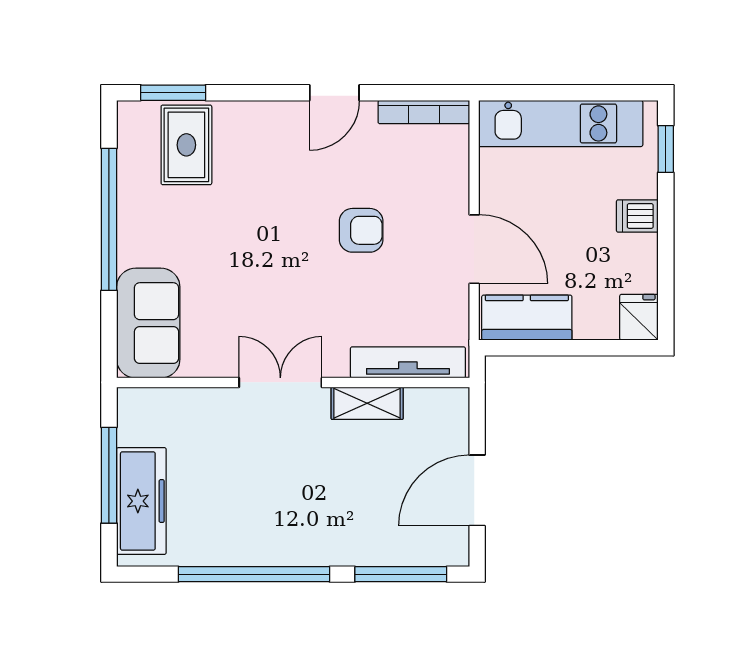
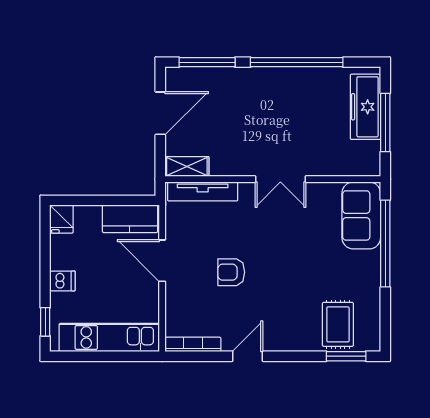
window: (109, 219) -> (385, 244), moved
shelving: (367, 403) -> (187, 167), moved

